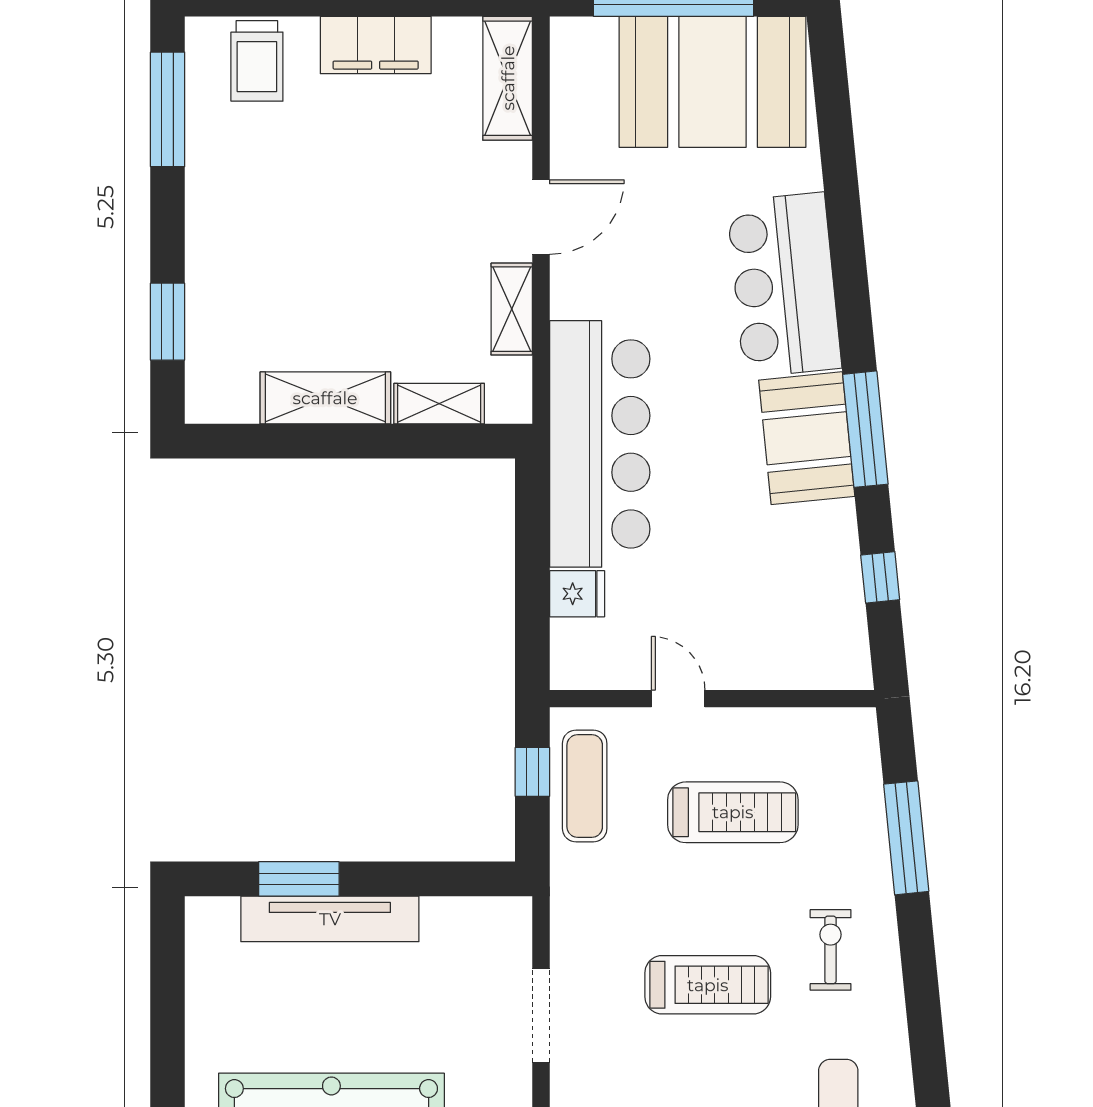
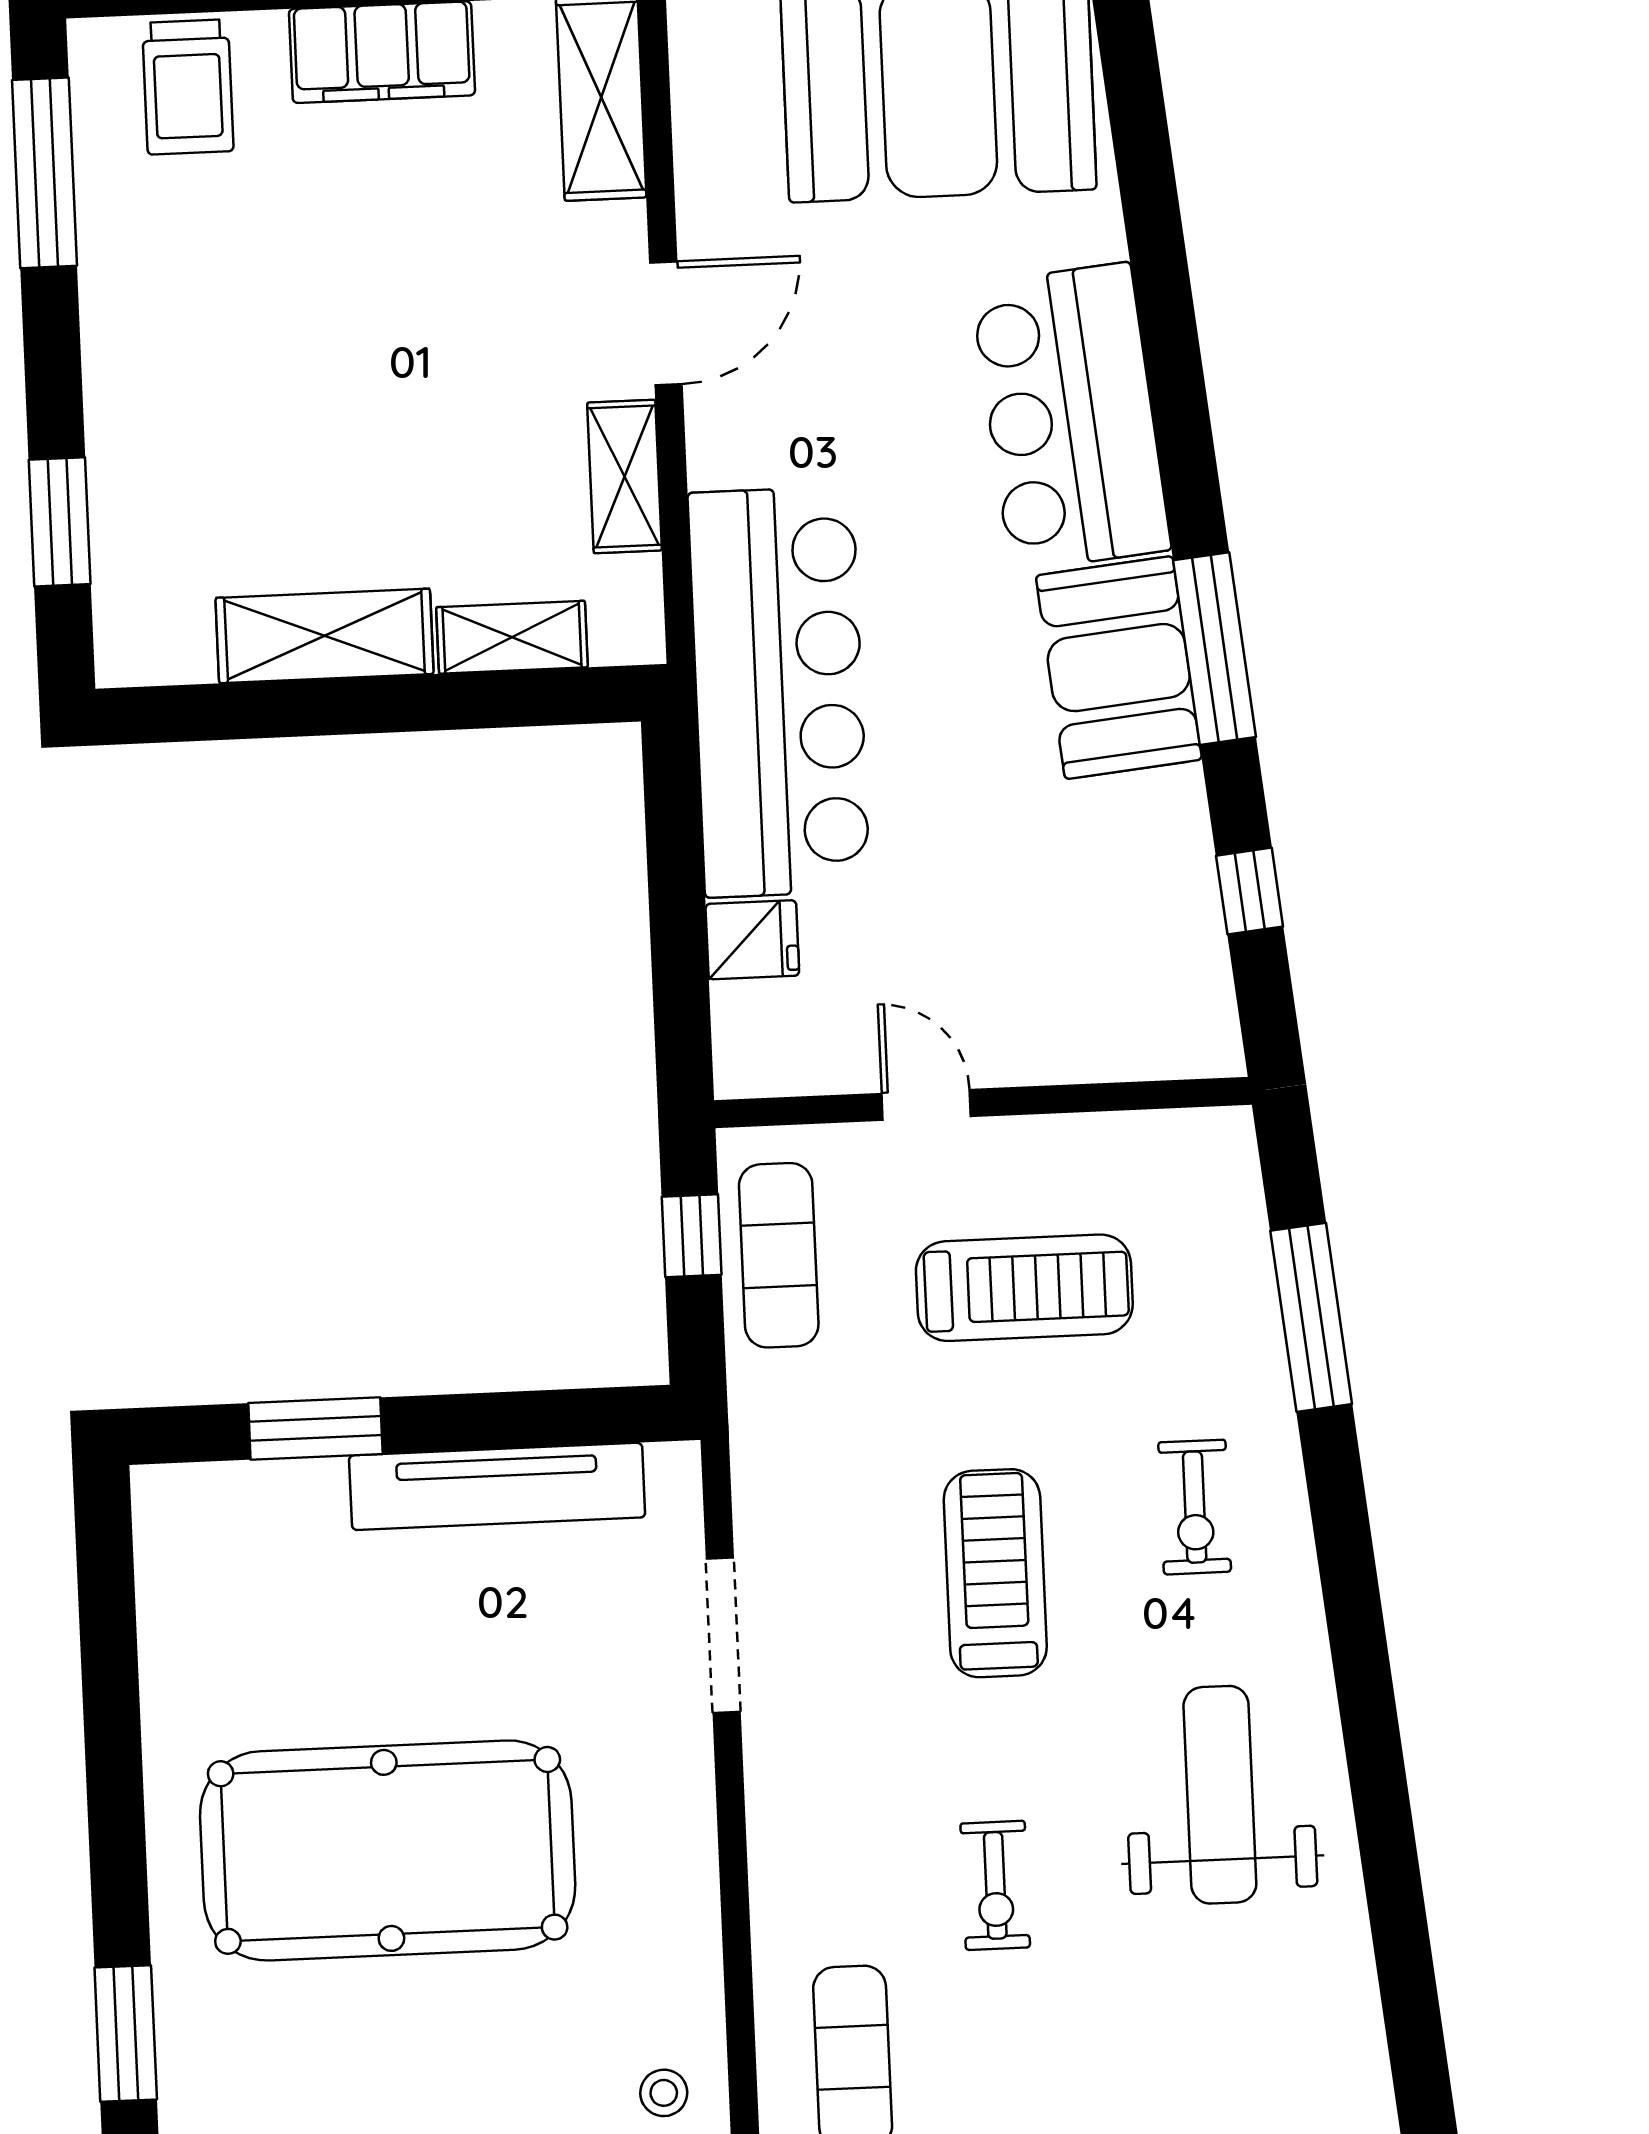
tv unit: (330, 919) -> (497, 1486), moved
exercise bike: (831, 950) -> (1195, 1507), turned 180
treadmill: (708, 985) -> (995, 1573), turned -90

